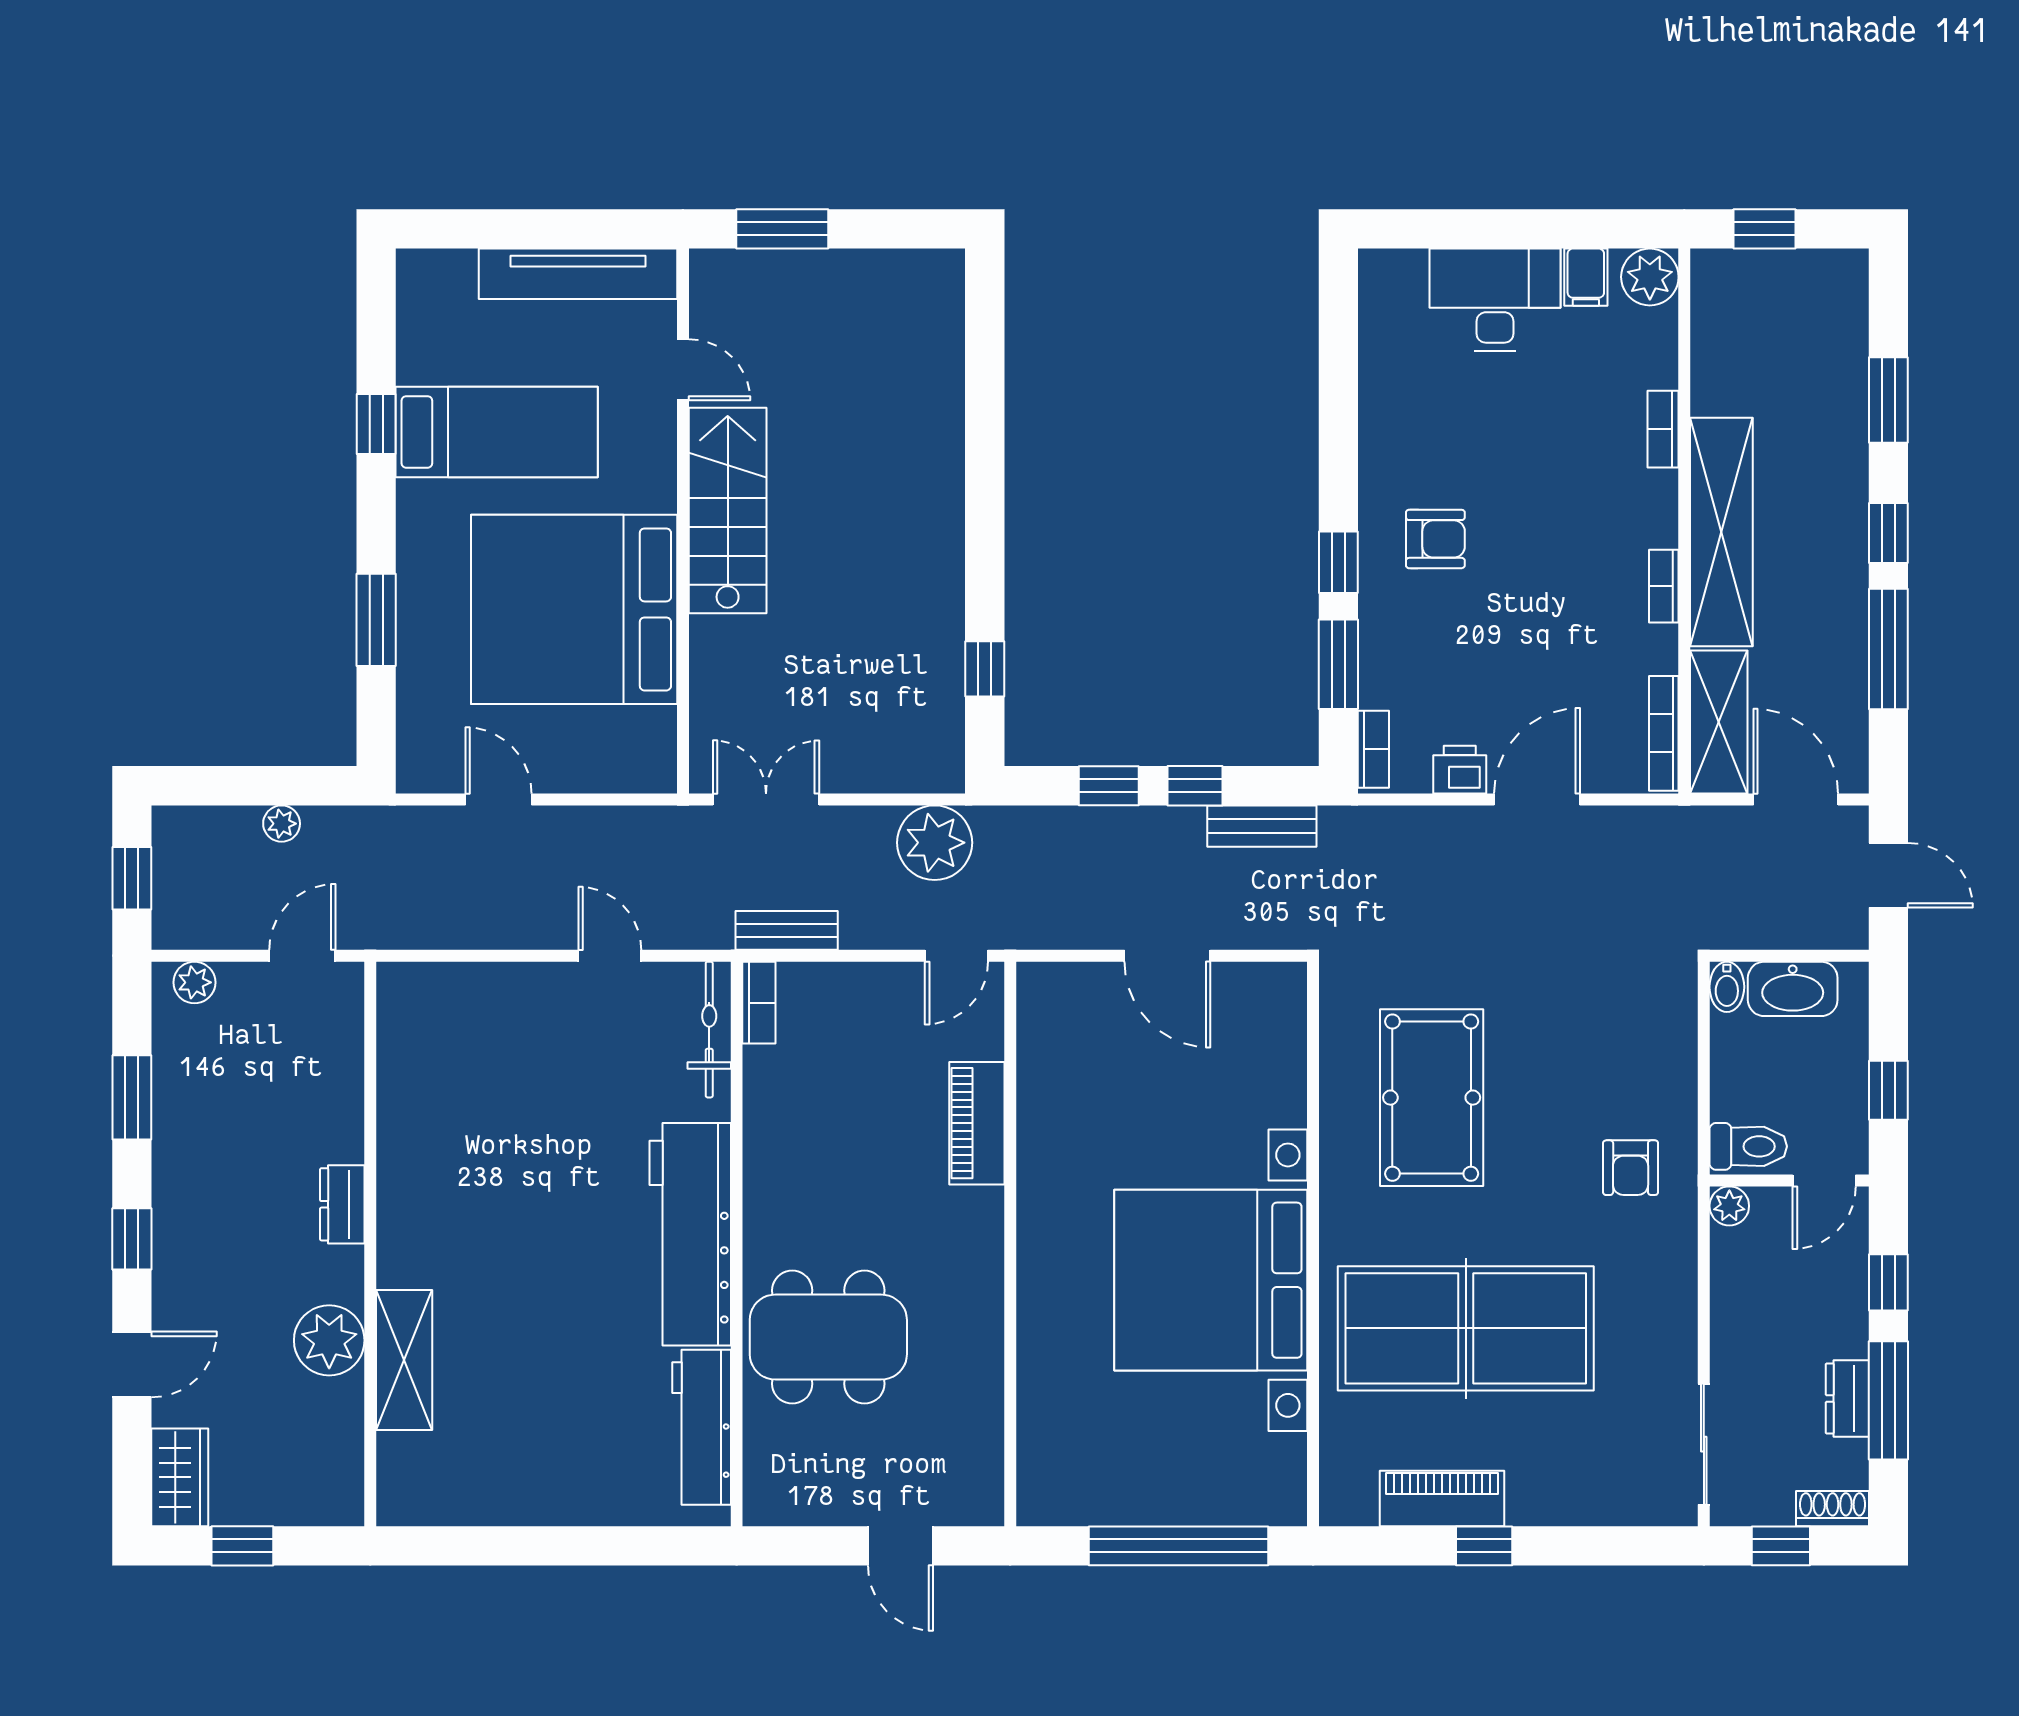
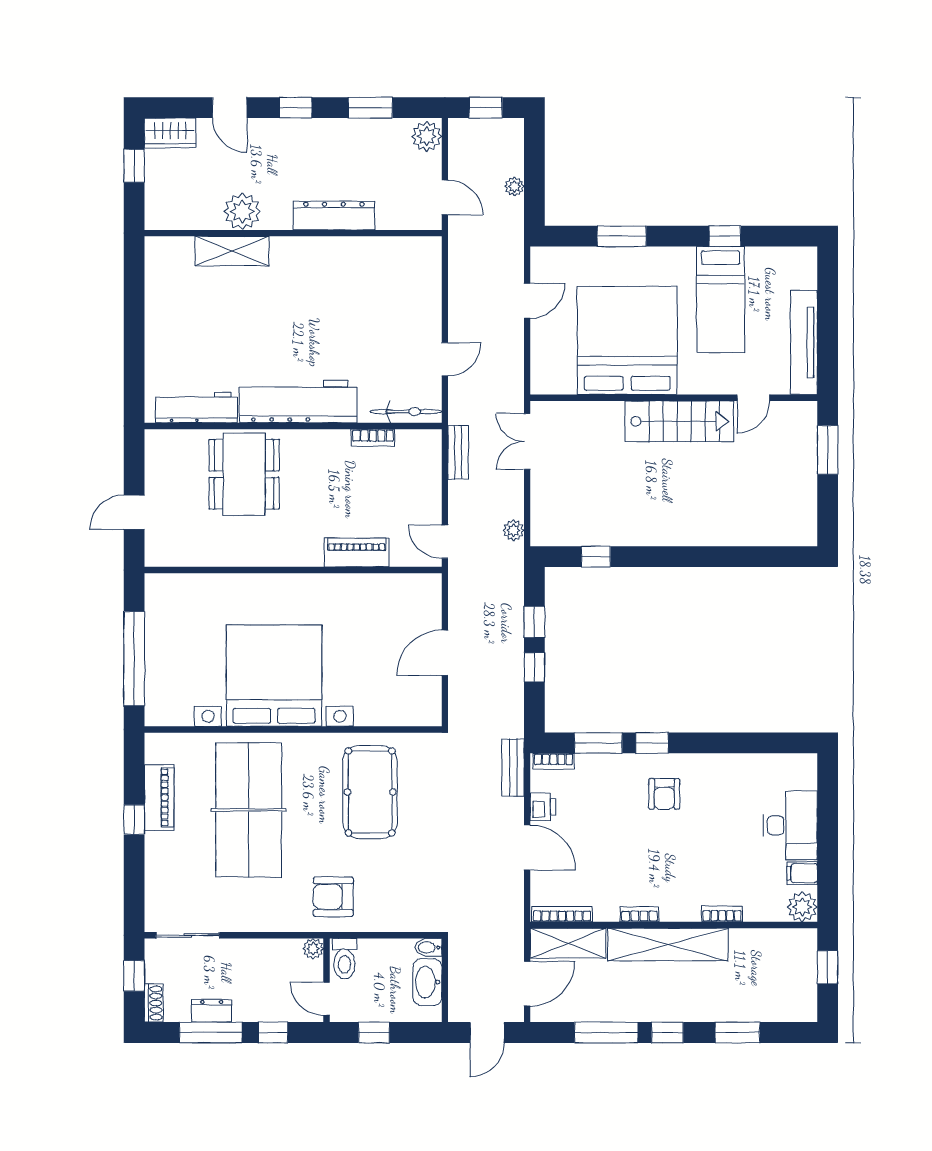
double door: (766, 799) -> (527, 441), swing flipped
bench: (1262, 826) -> (513, 768), moved
plant: (935, 843) -> (514, 530), width x0.53, depth x0.53
plant: (194, 982) -> (427, 136), width x1.38, depth x1.38
bookcase: (759, 1003) -> (373, 438), moved
pool table: (1432, 1098) -> (370, 792), turned 90
armchair: (1631, 1168) -> (333, 897), width x1.38, depth x1.38
dresser: (342, 1204) -> (334, 216), width x1.96, depth x1.24

